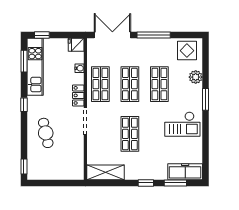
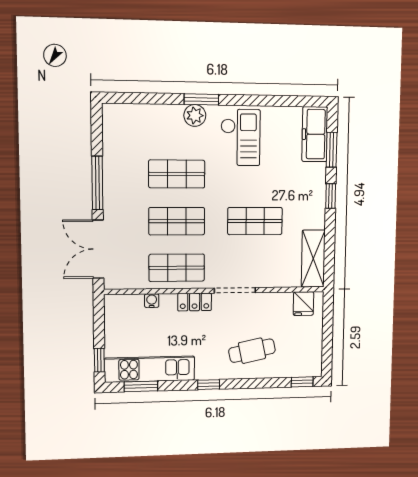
fridge: (76, 45) -> (303, 304), moved
display table: (187, 51) -> (122, 129), removed
plant: (196, 77) -> (195, 115), moved

